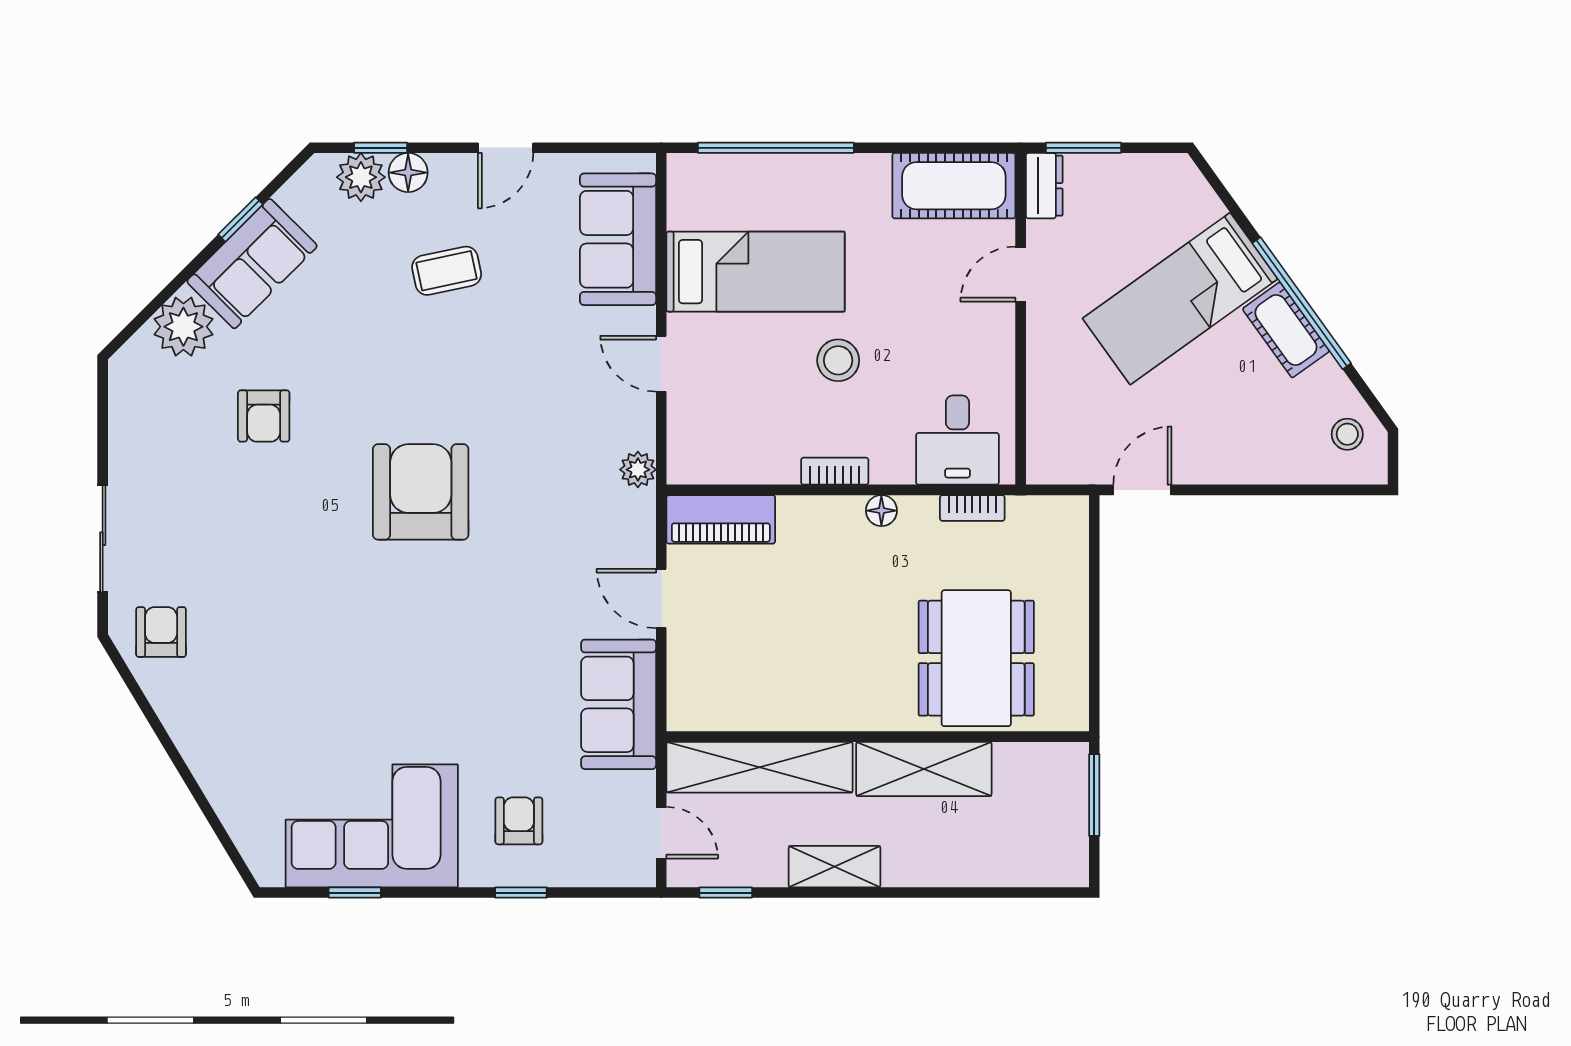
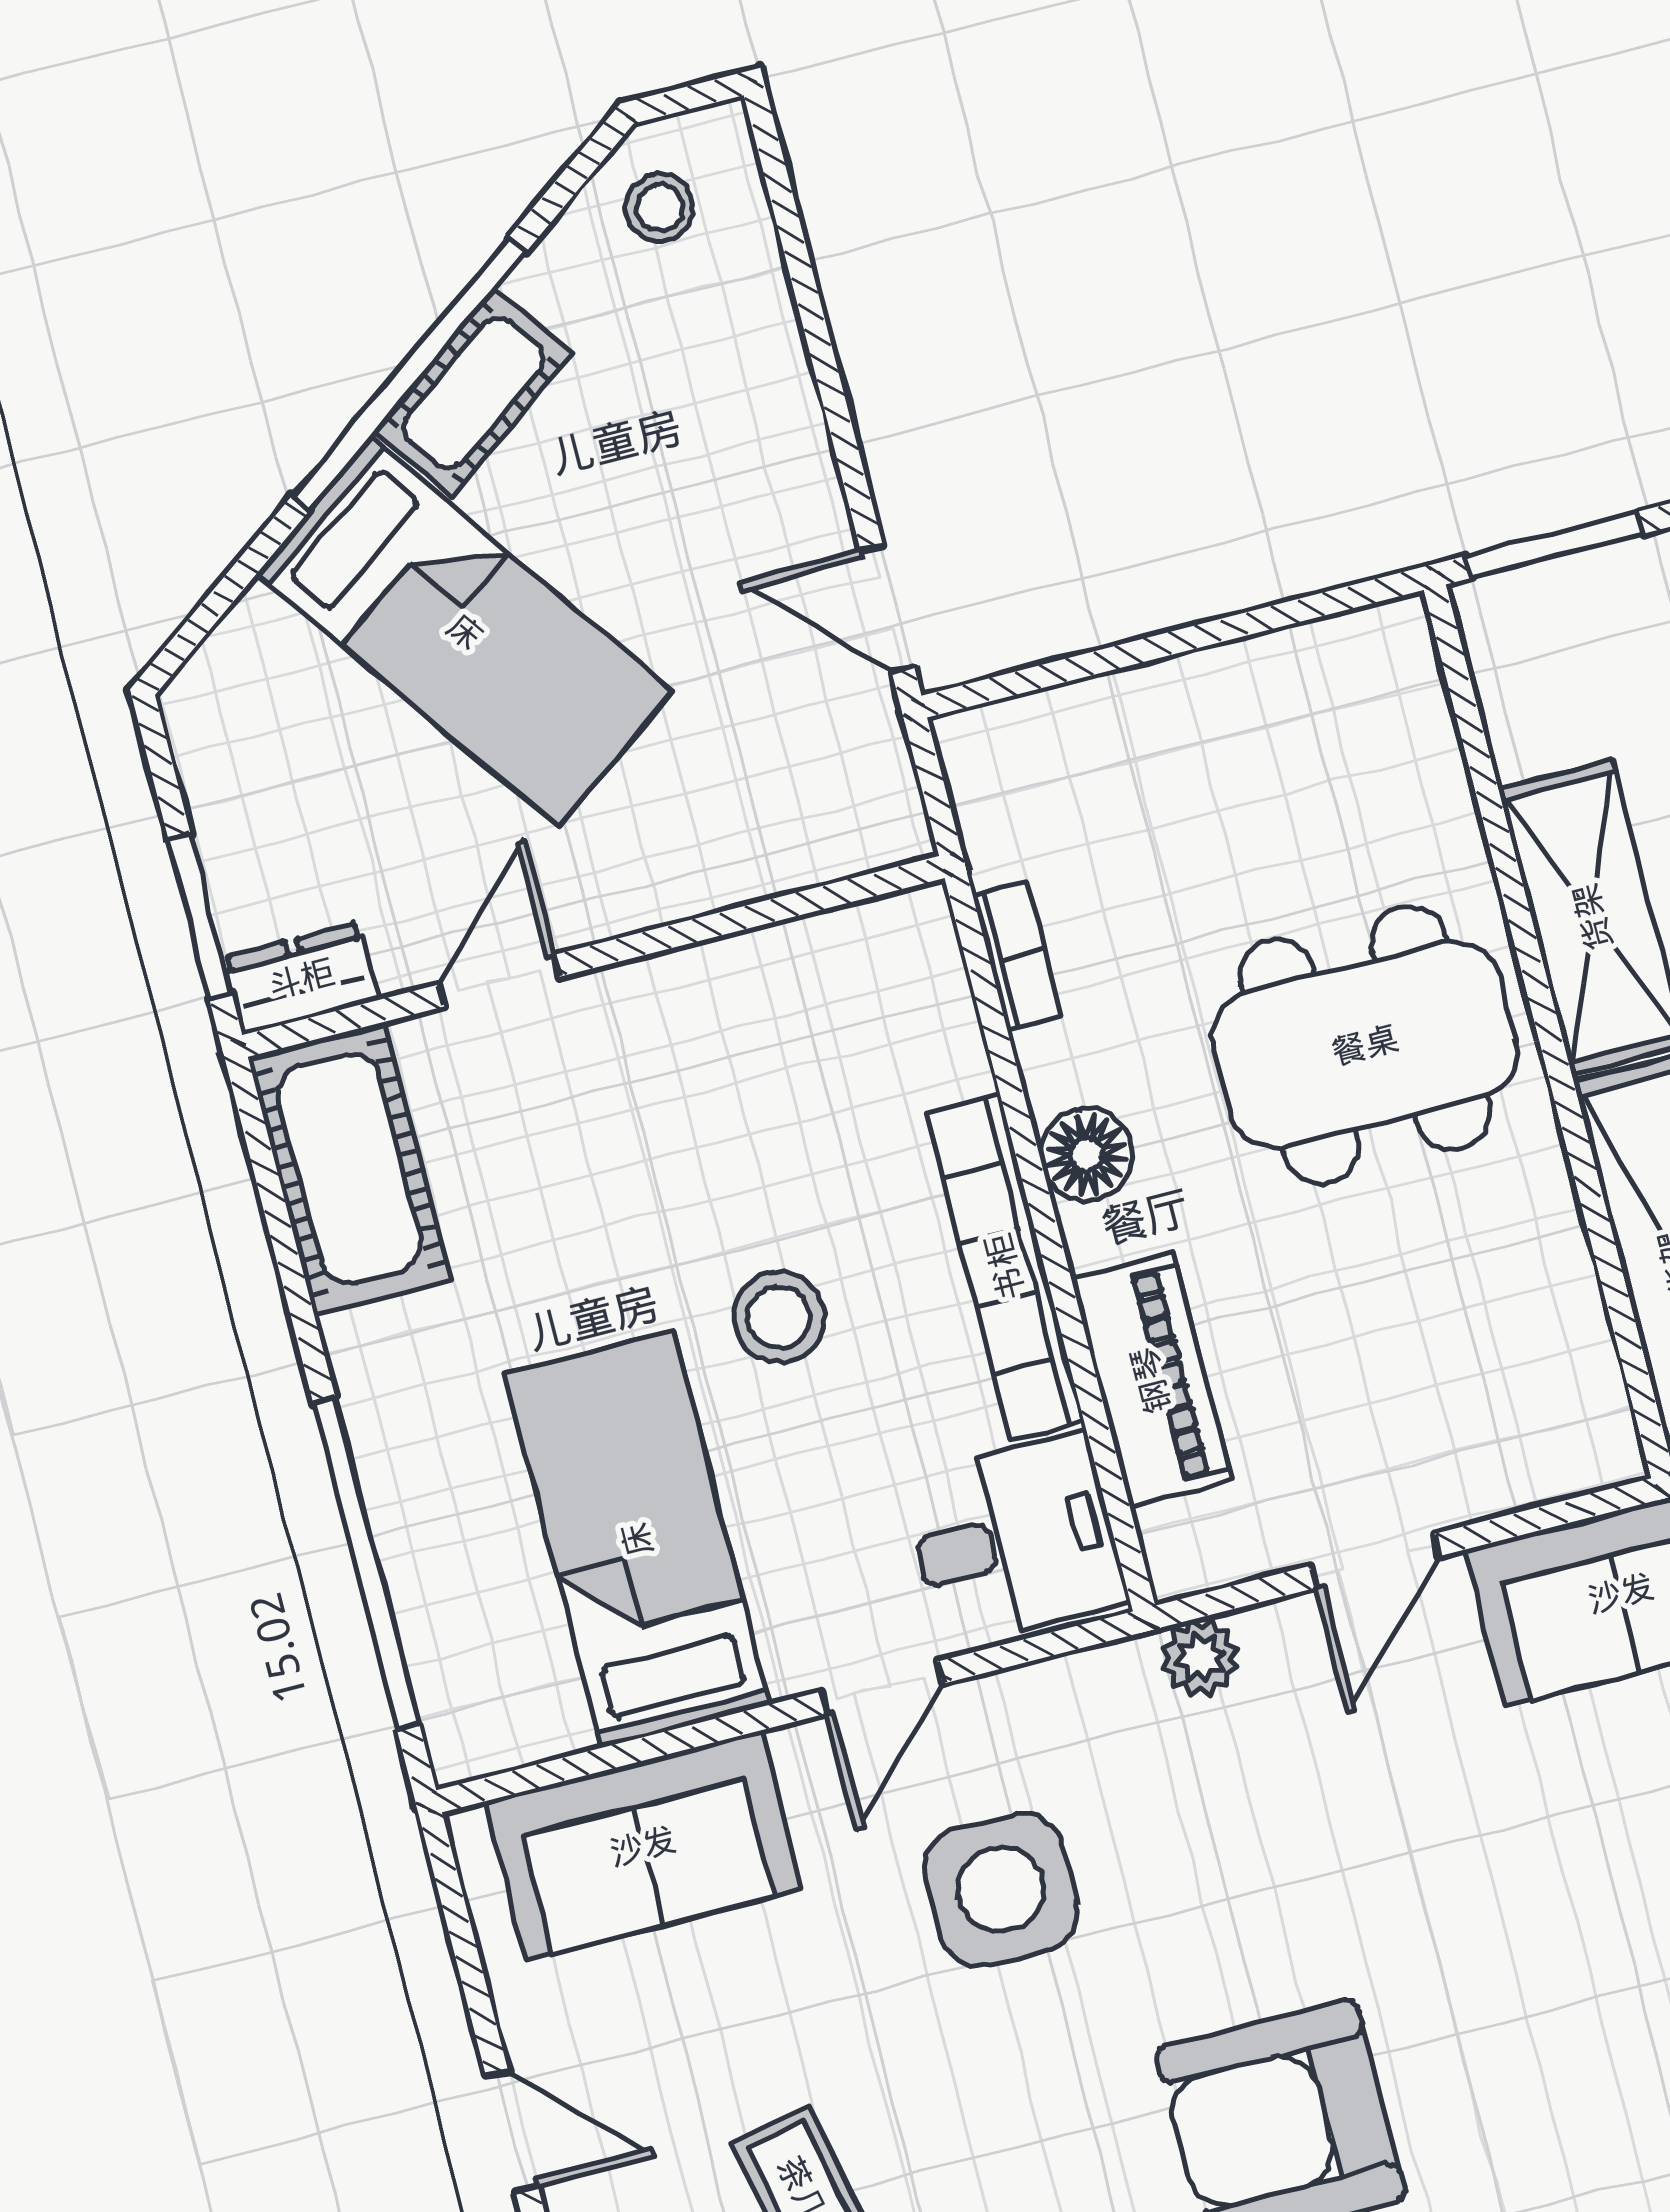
door: (1021, 274) -> (499, 981), swing flipped
side table: (558, 394) -> (1001, 1889), added
desk: (957, 440) -> (1015, 1540), moved
plant: (638, 470) -> (1200, 1658), moved
bookcase: (835, 471) -> (1005, 1267), width x2.31, depth x1.31
floor lamp: (881, 511) -> (1087, 1154), width x1.37, depth x1.37
piano: (721, 519) -> (1151, 1380), moved
dining table: (976, 658) -> (1365, 1045), moved

